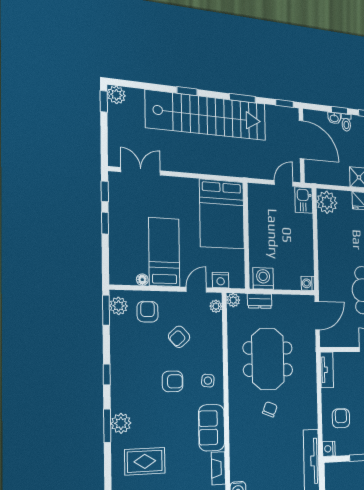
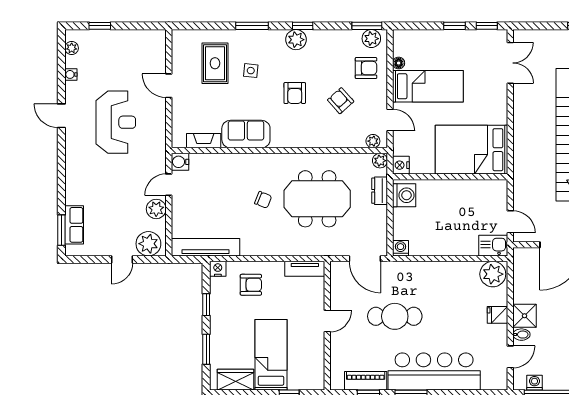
nightstand: (221, 280) -> (401, 165), moved
side table: (208, 381) -> (251, 71), moved
plant: (121, 423) -> (296, 40), moved

